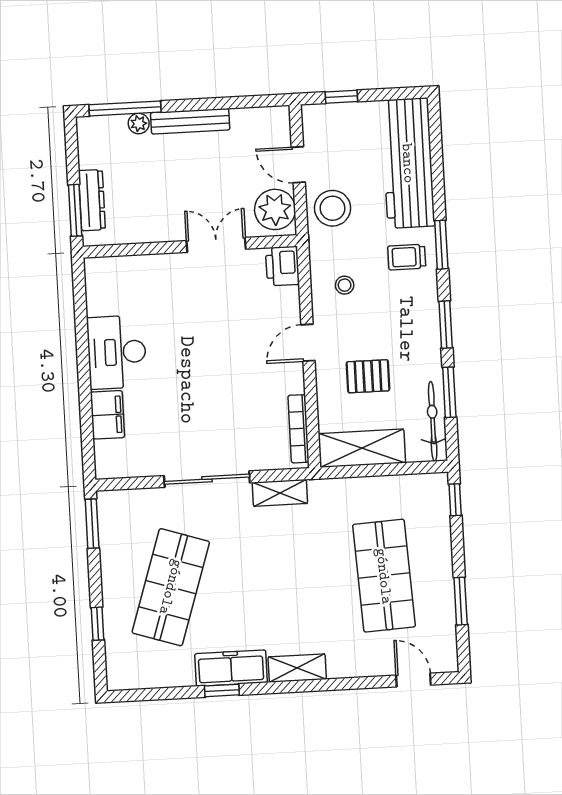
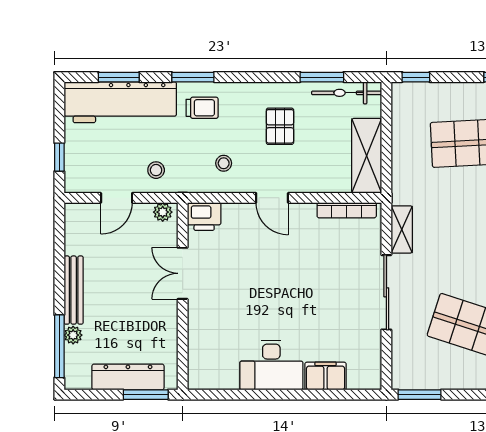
dresser: (92, 200) -> (128, 377), width x1.37, depth x1.24
stool: (333, 208) -> (156, 170), width x0.53, depth x0.53
plant: (275, 209) -> (163, 212), width x0.53, depth x0.53
trolley: (407, 257) -> (202, 108), turned -90
window: (446, 325) -> (119, 77), moved
pallet: (368, 376) -> (280, 126), moved

